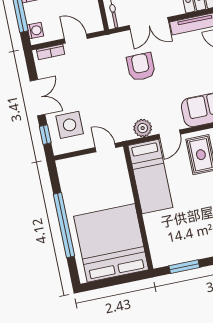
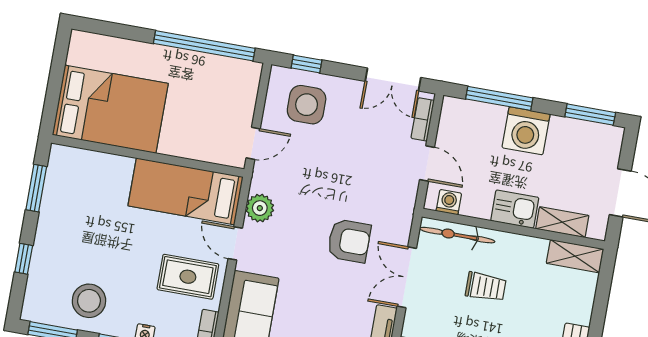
washing machine: (35, 31) -> (449, 202), moved, turned 180
door: (76, 39) -> (427, 163), hinge flipped
double door: (38, 98) -> (393, 79), moved
window: (64, 225) -> (204, 46), moved
bed: (111, 243) -> (110, 109), width x0.73

